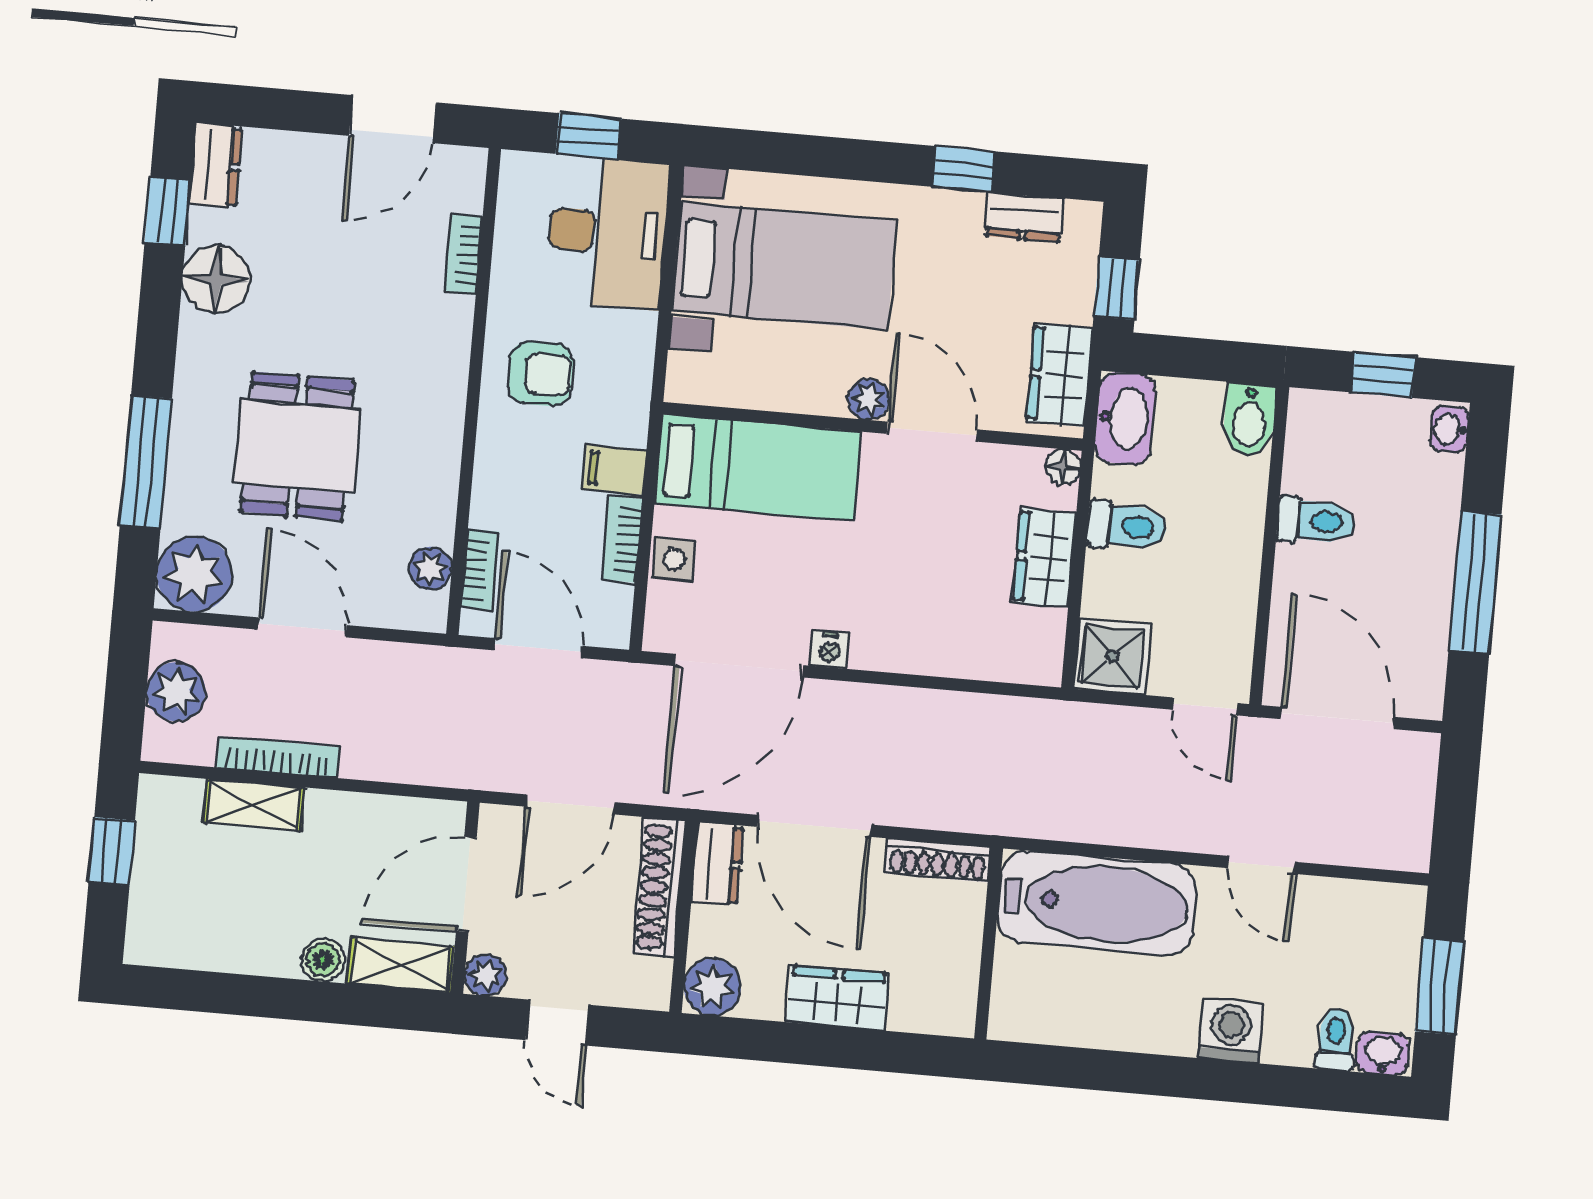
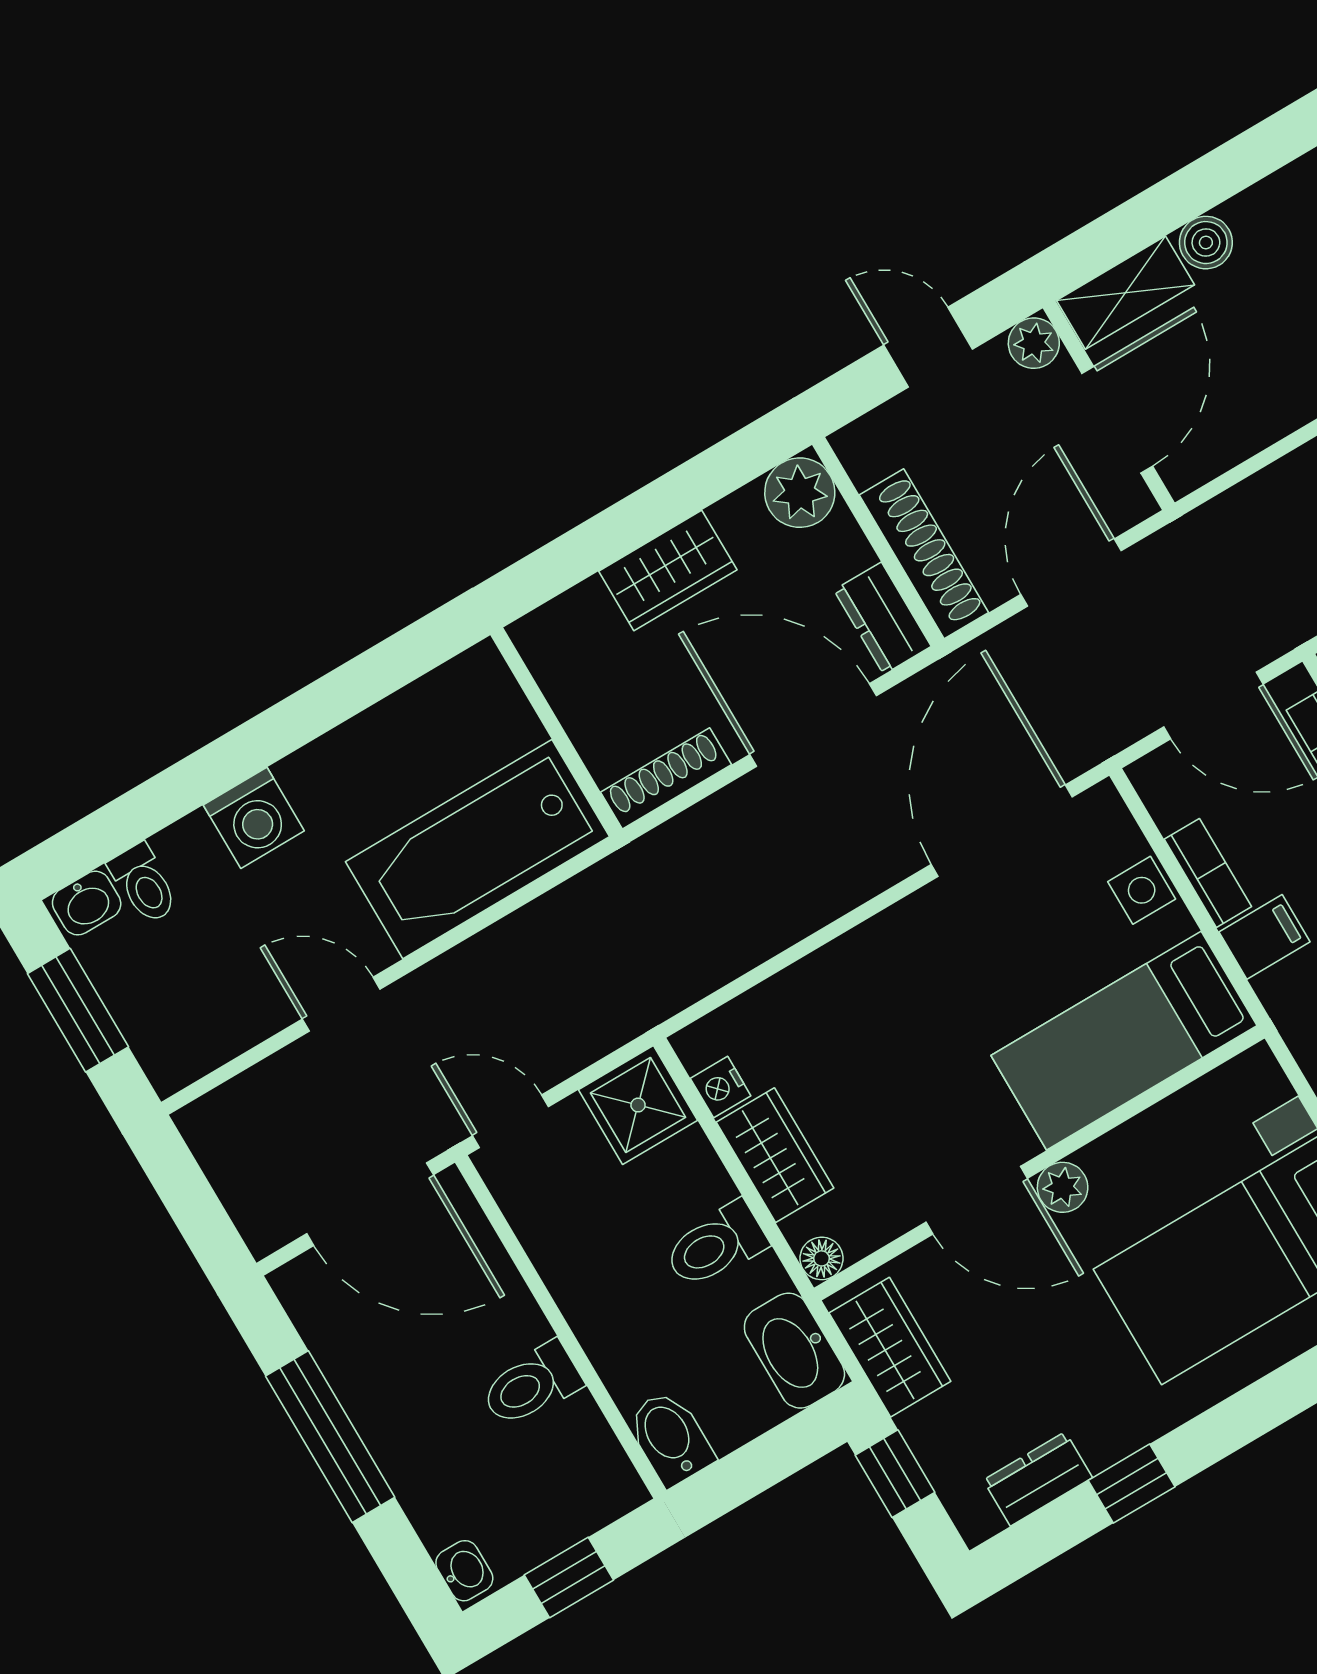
nightstand: (830, 650) -> (721, 1087), moved, turned -90

